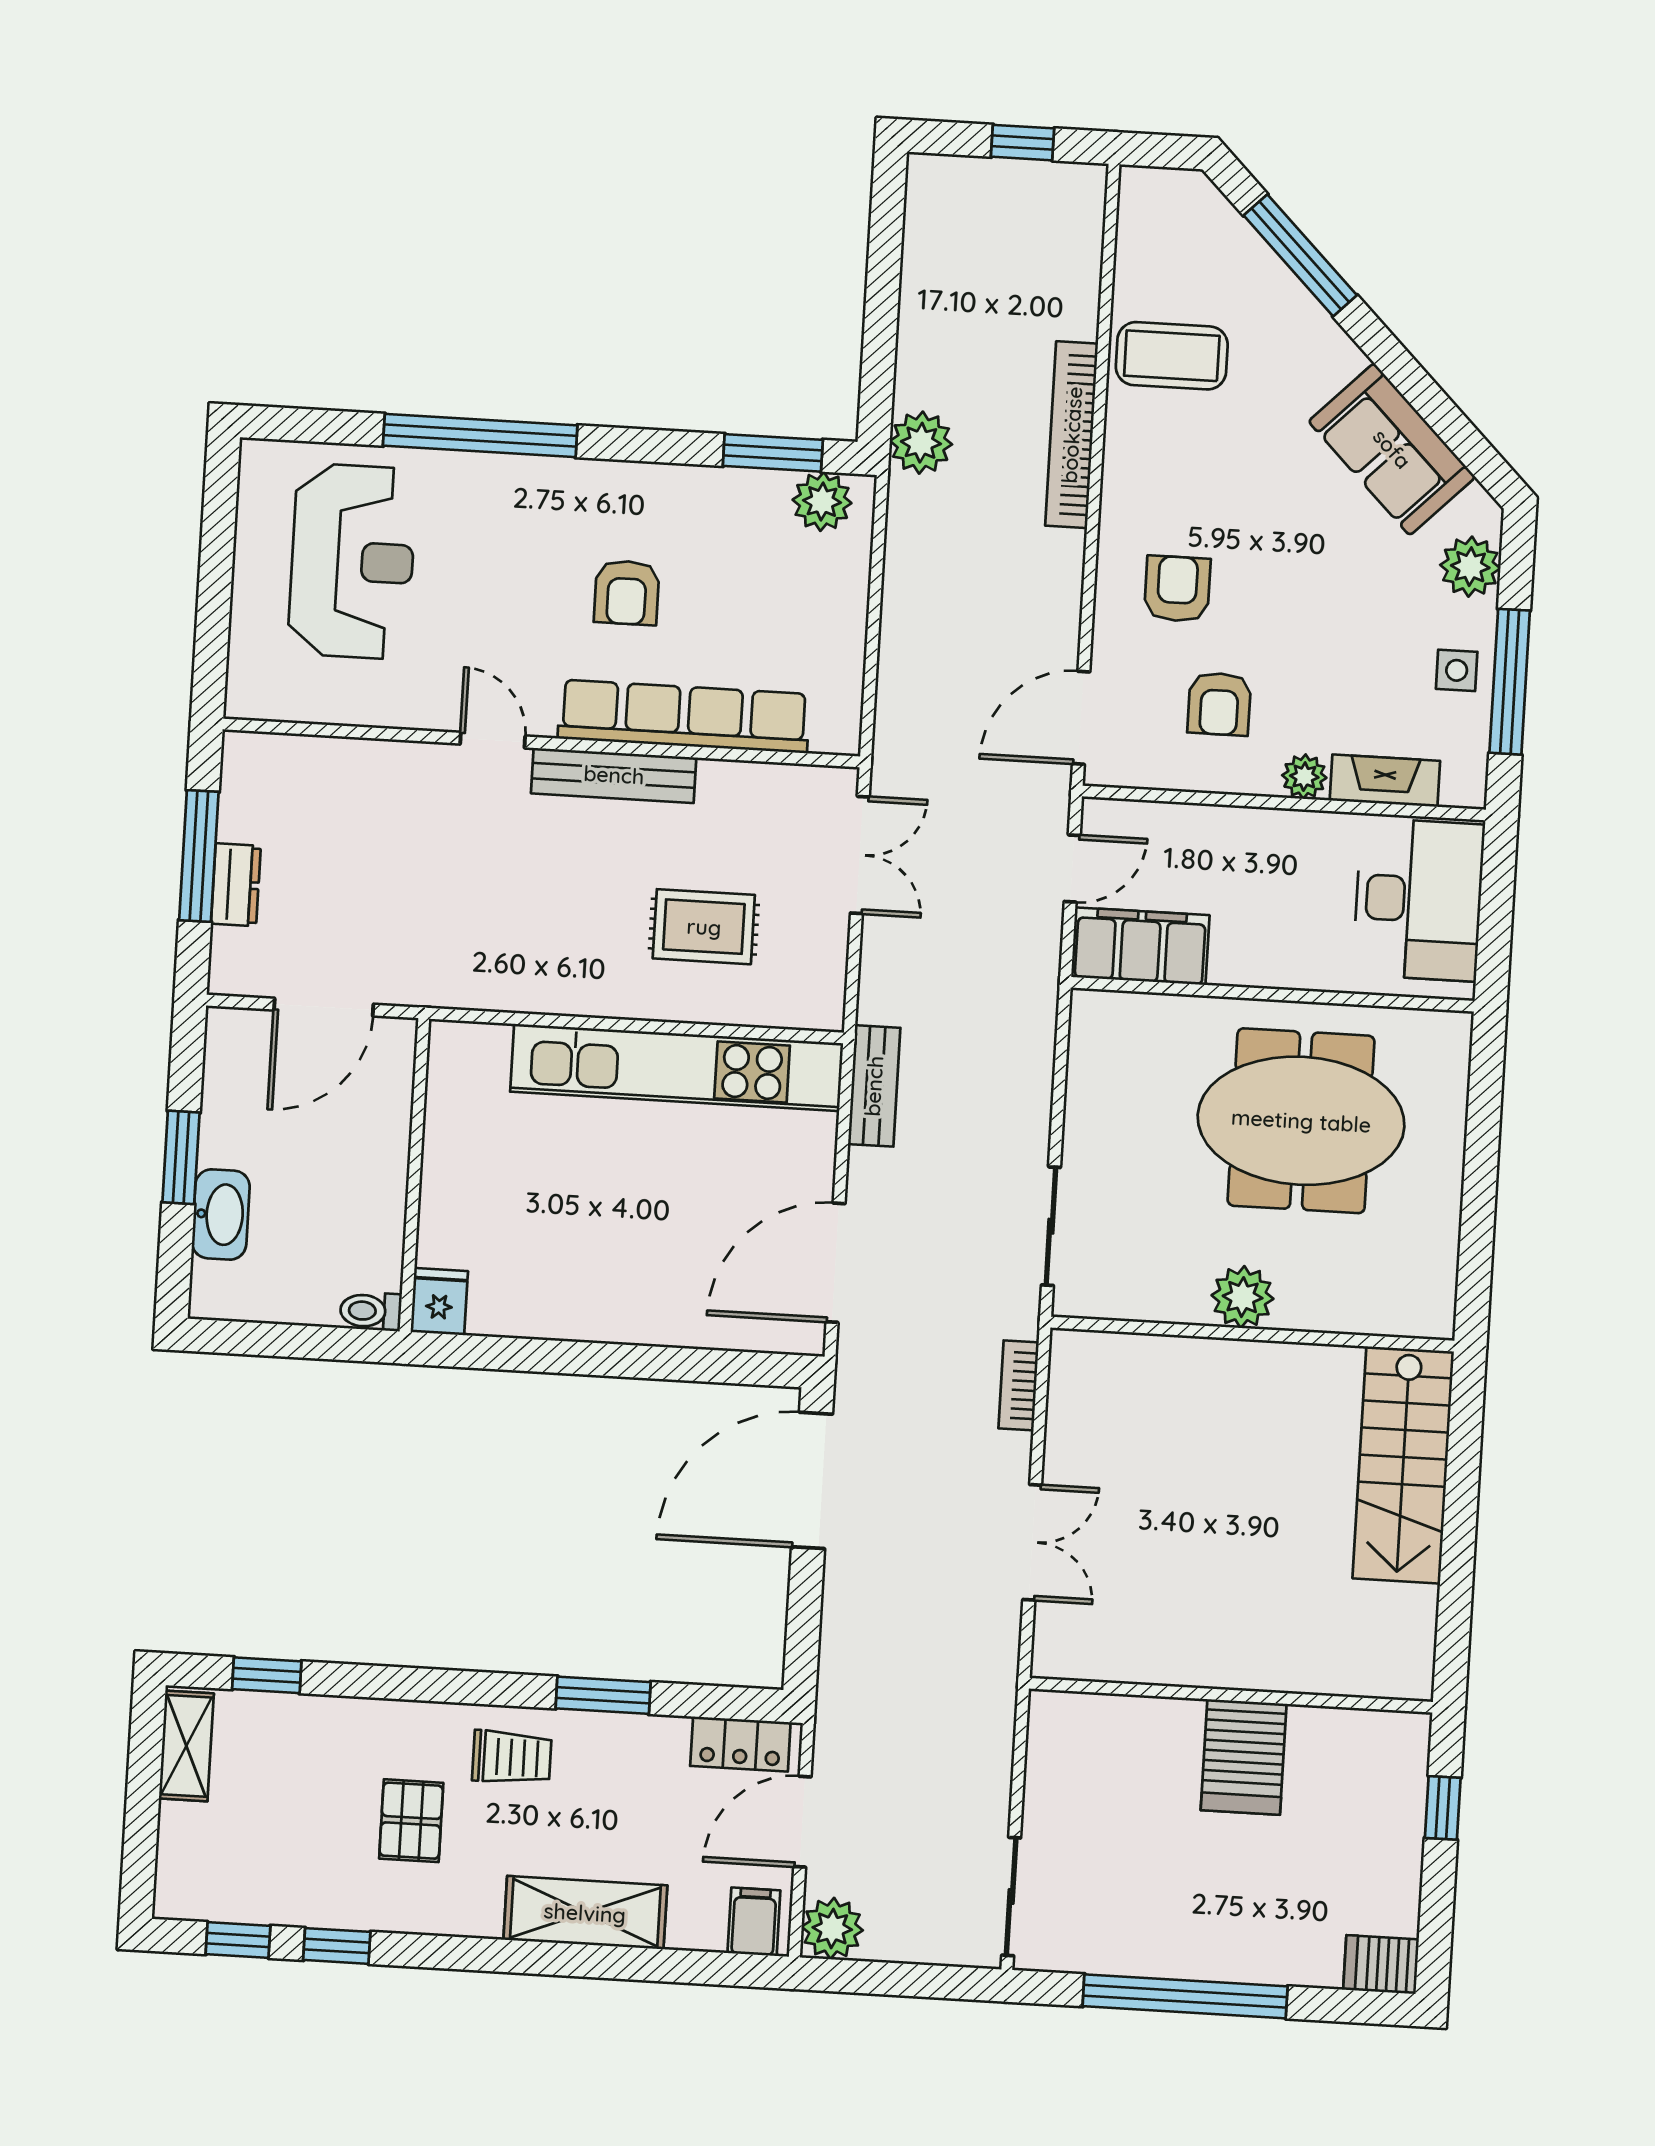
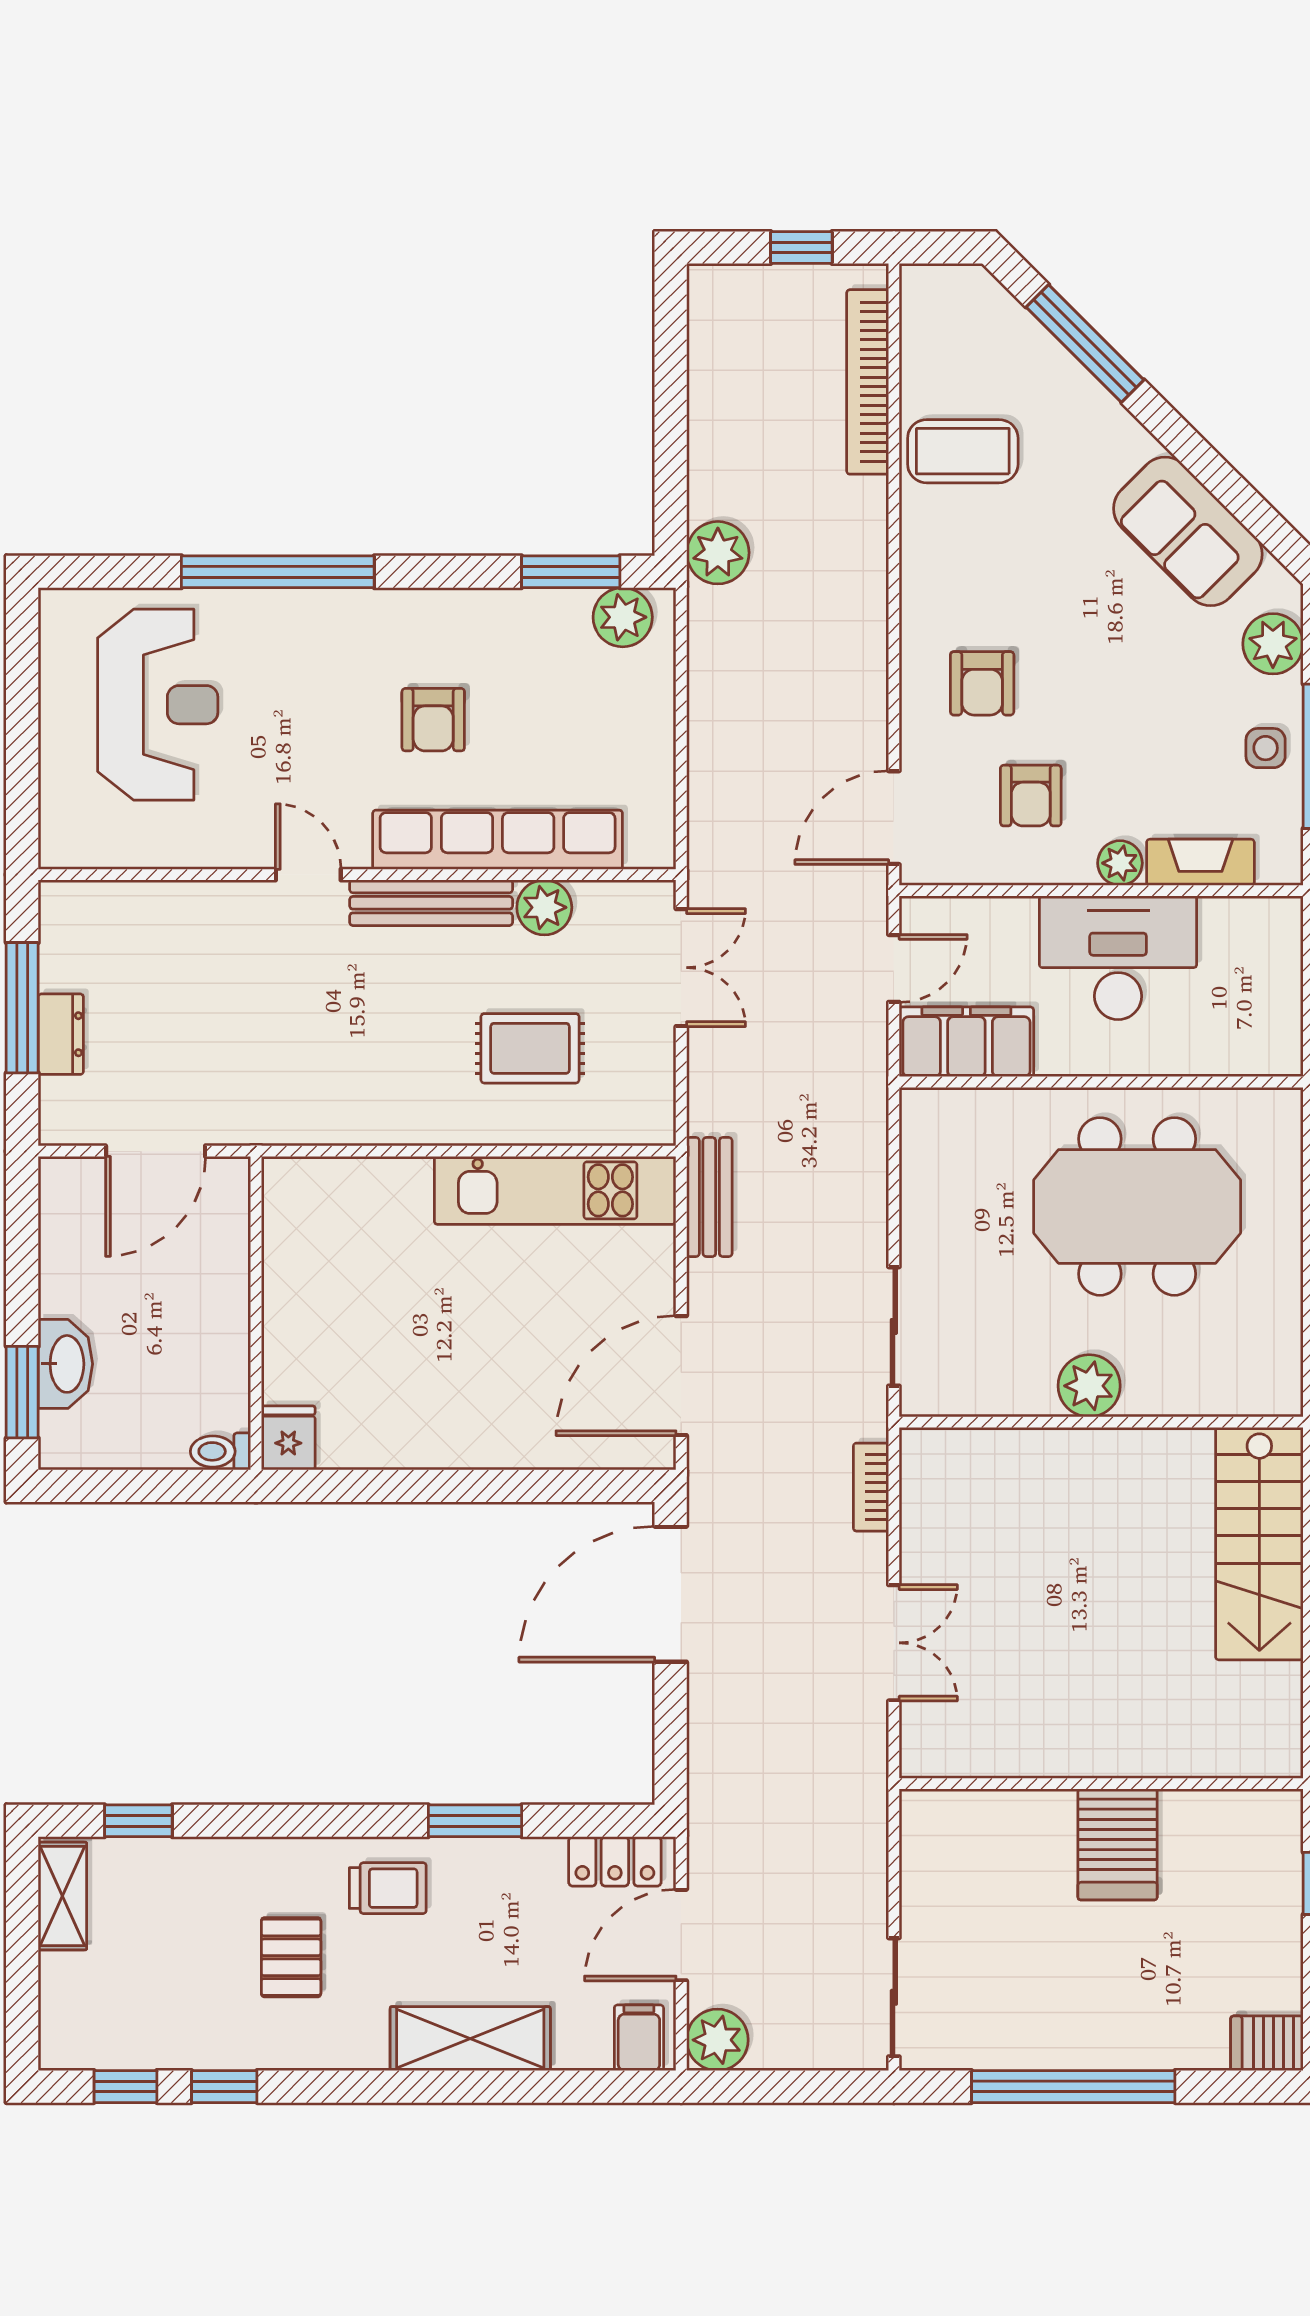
bookcase: (1072, 435) -> (868, 382), moved
armchair: (1177, 589) -> (982, 683), turned 180
plant: (727, 787) -> (544, 907), added
desk: (1419, 899) -> (1118, 958), moved, turned -90
kitchen unit: (676, 1067) -> (555, 1190), width x0.73
window: (181, 1157) -> (22, 1392), moved

